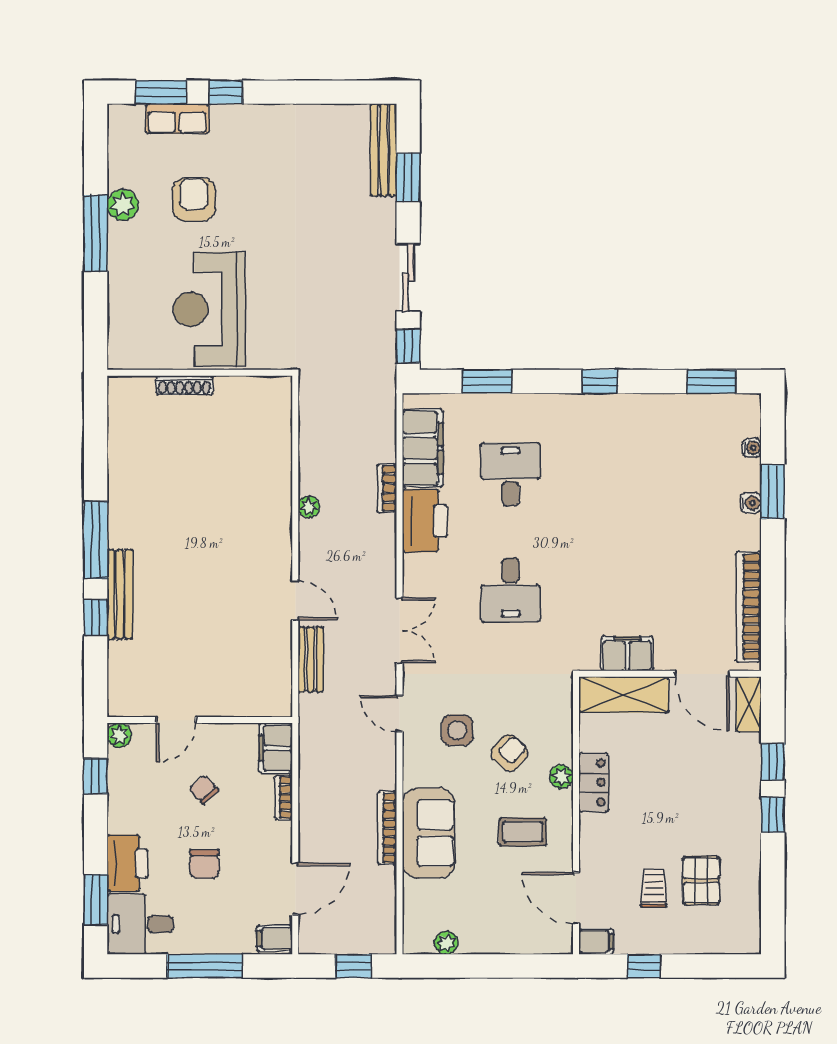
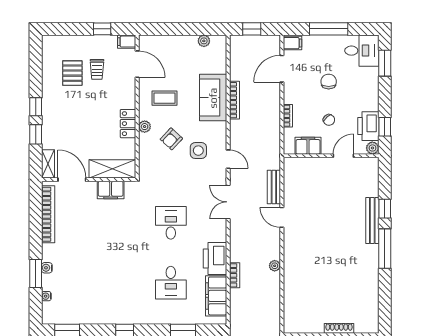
filing cabinet: (276, 748) -> (308, 146), moved, turned -90
printer: (127, 863) -> (368, 126), moved

